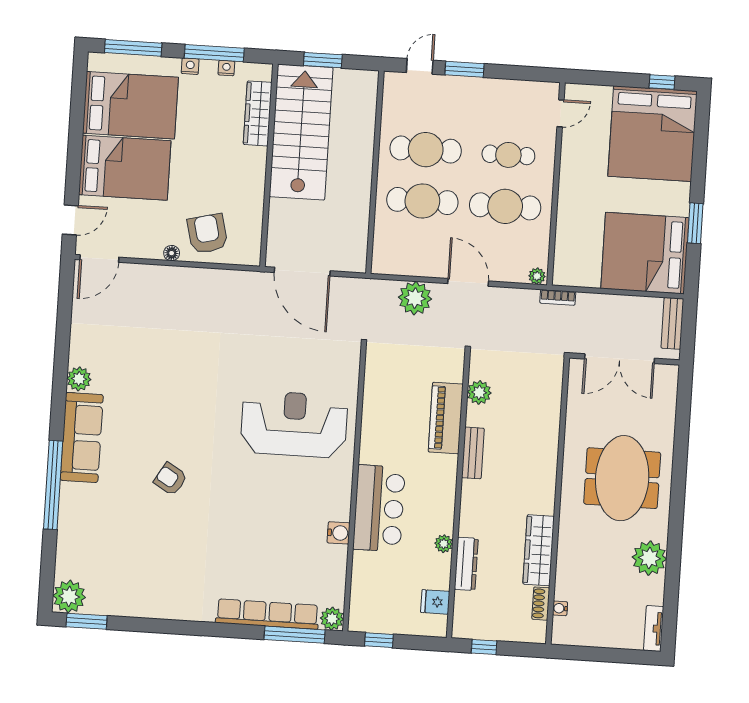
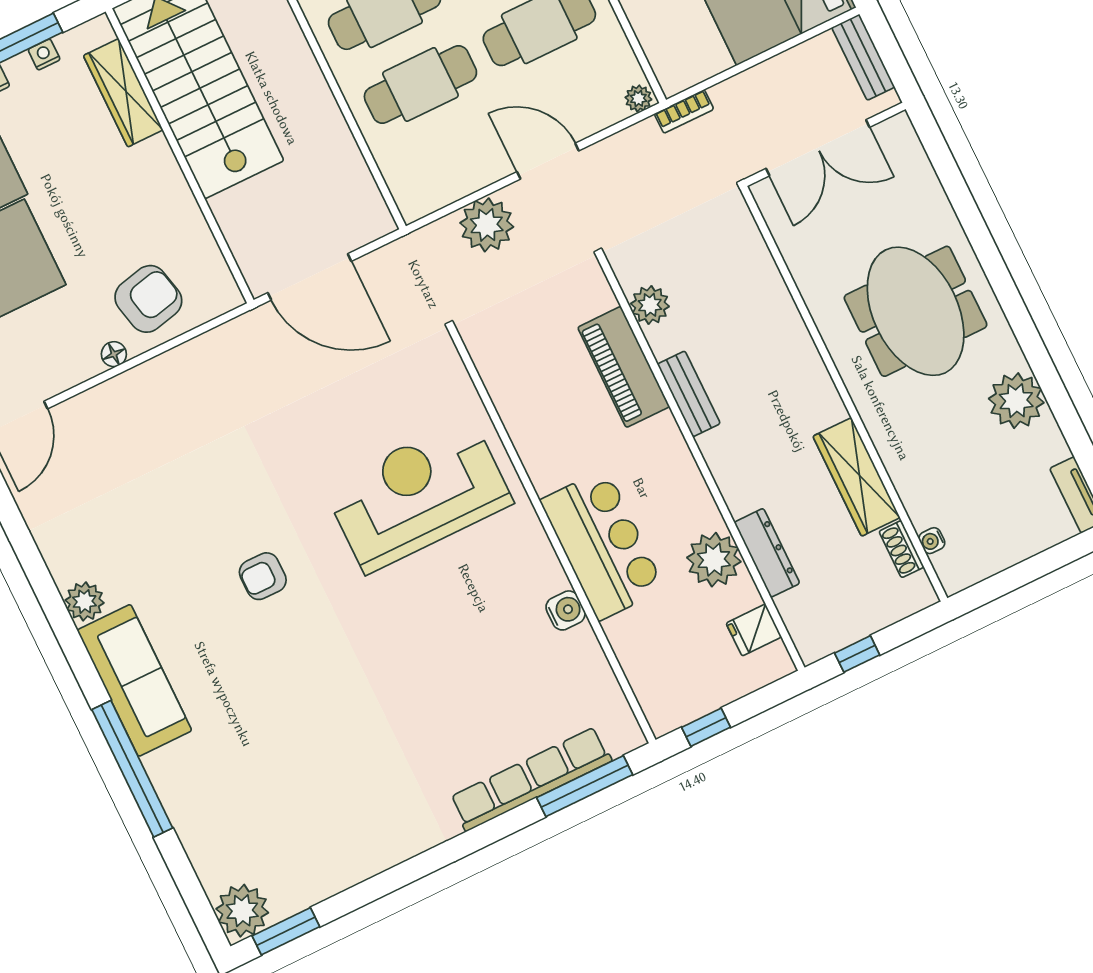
armchair: (207, 234) -> (148, 299), turned 91
armchair: (170, 479) -> (263, 576), moved, turned -31
plant: (444, 544) -> (714, 560), width x1.88, depth x1.88
plant: (332, 619) -> (624, 734), removed

